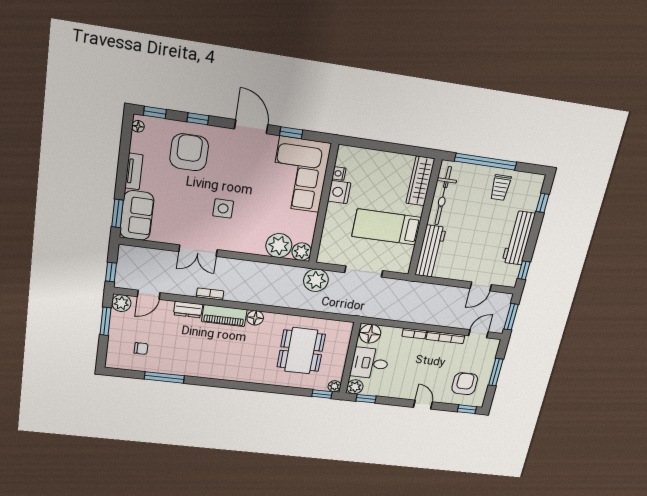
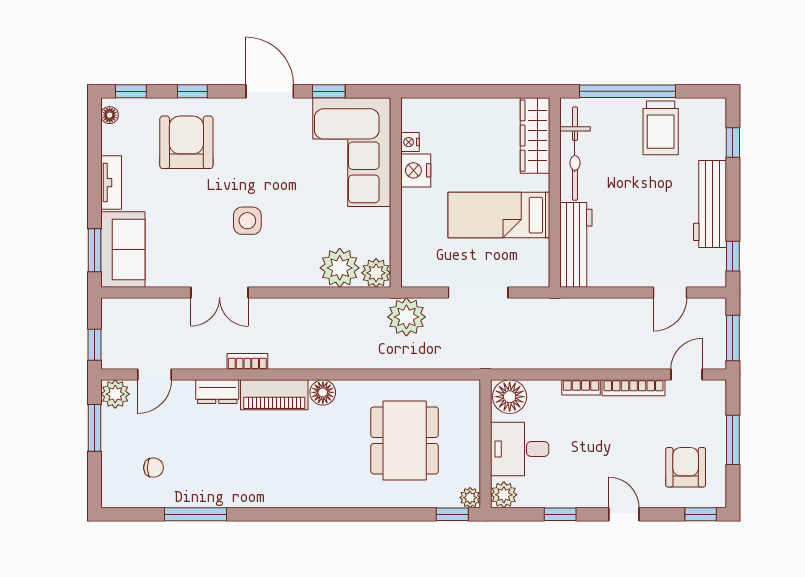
trolley: (500, 188) -> (661, 128), width x1.36, depth x1.39
window: (366, 399) -> (560, 514), moved

